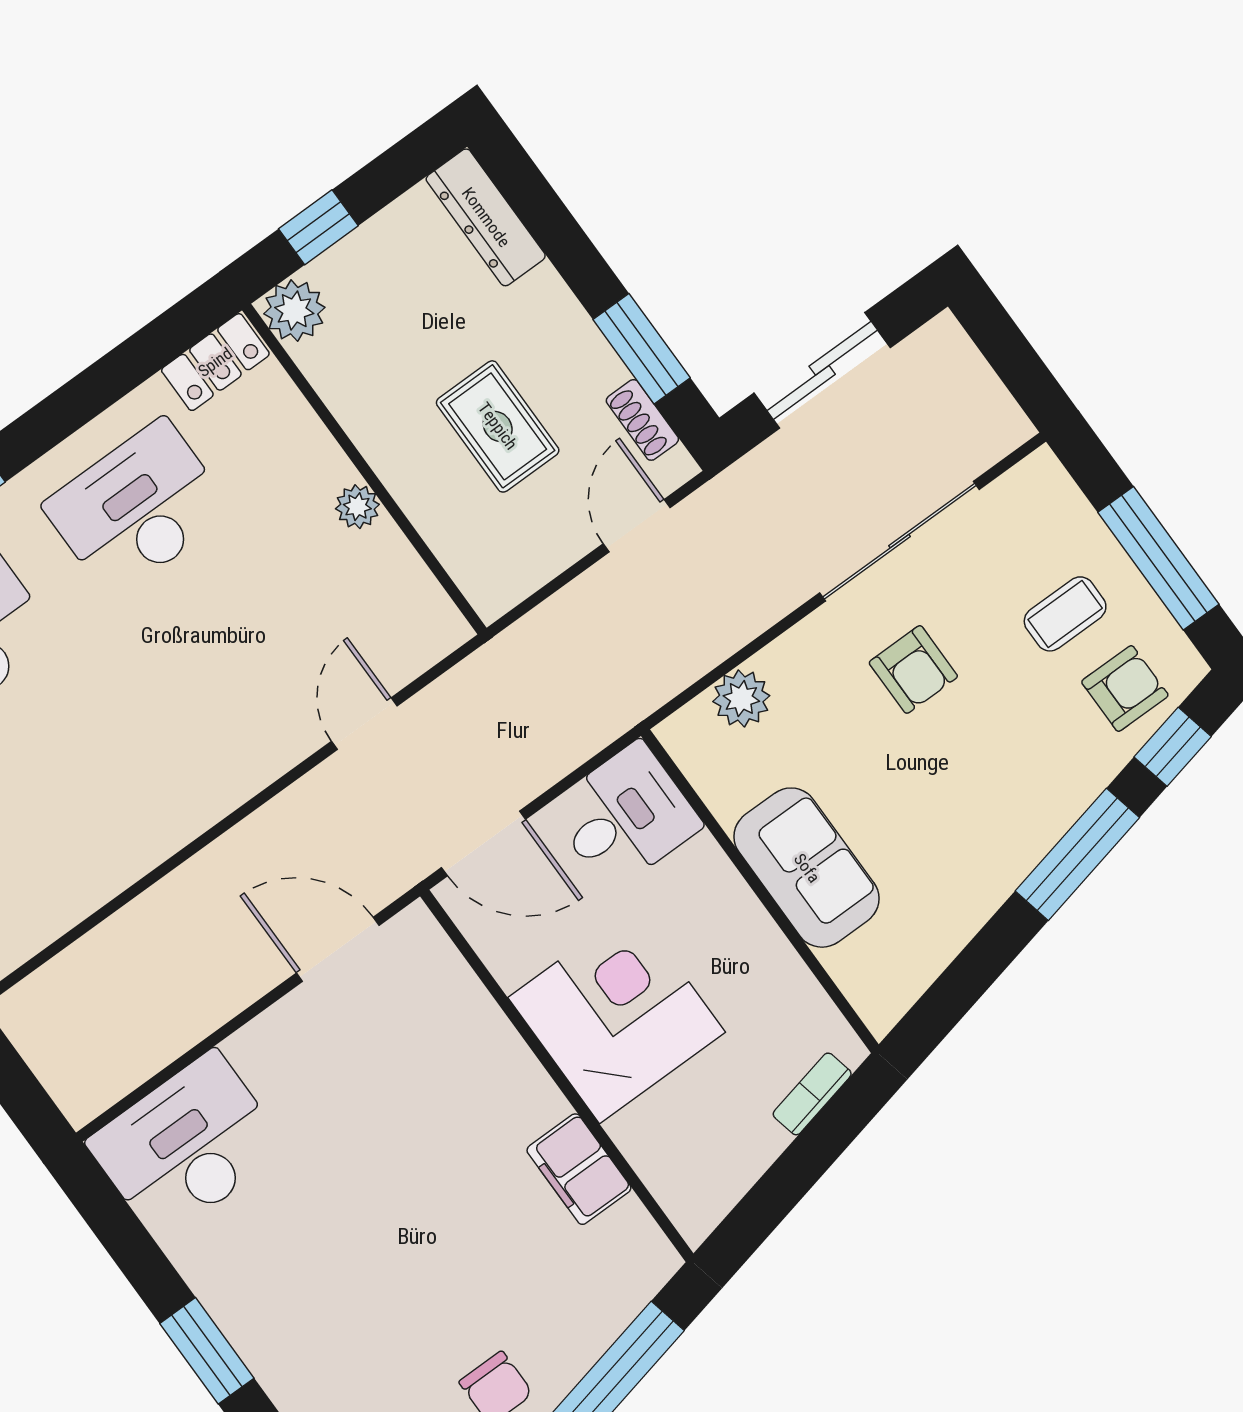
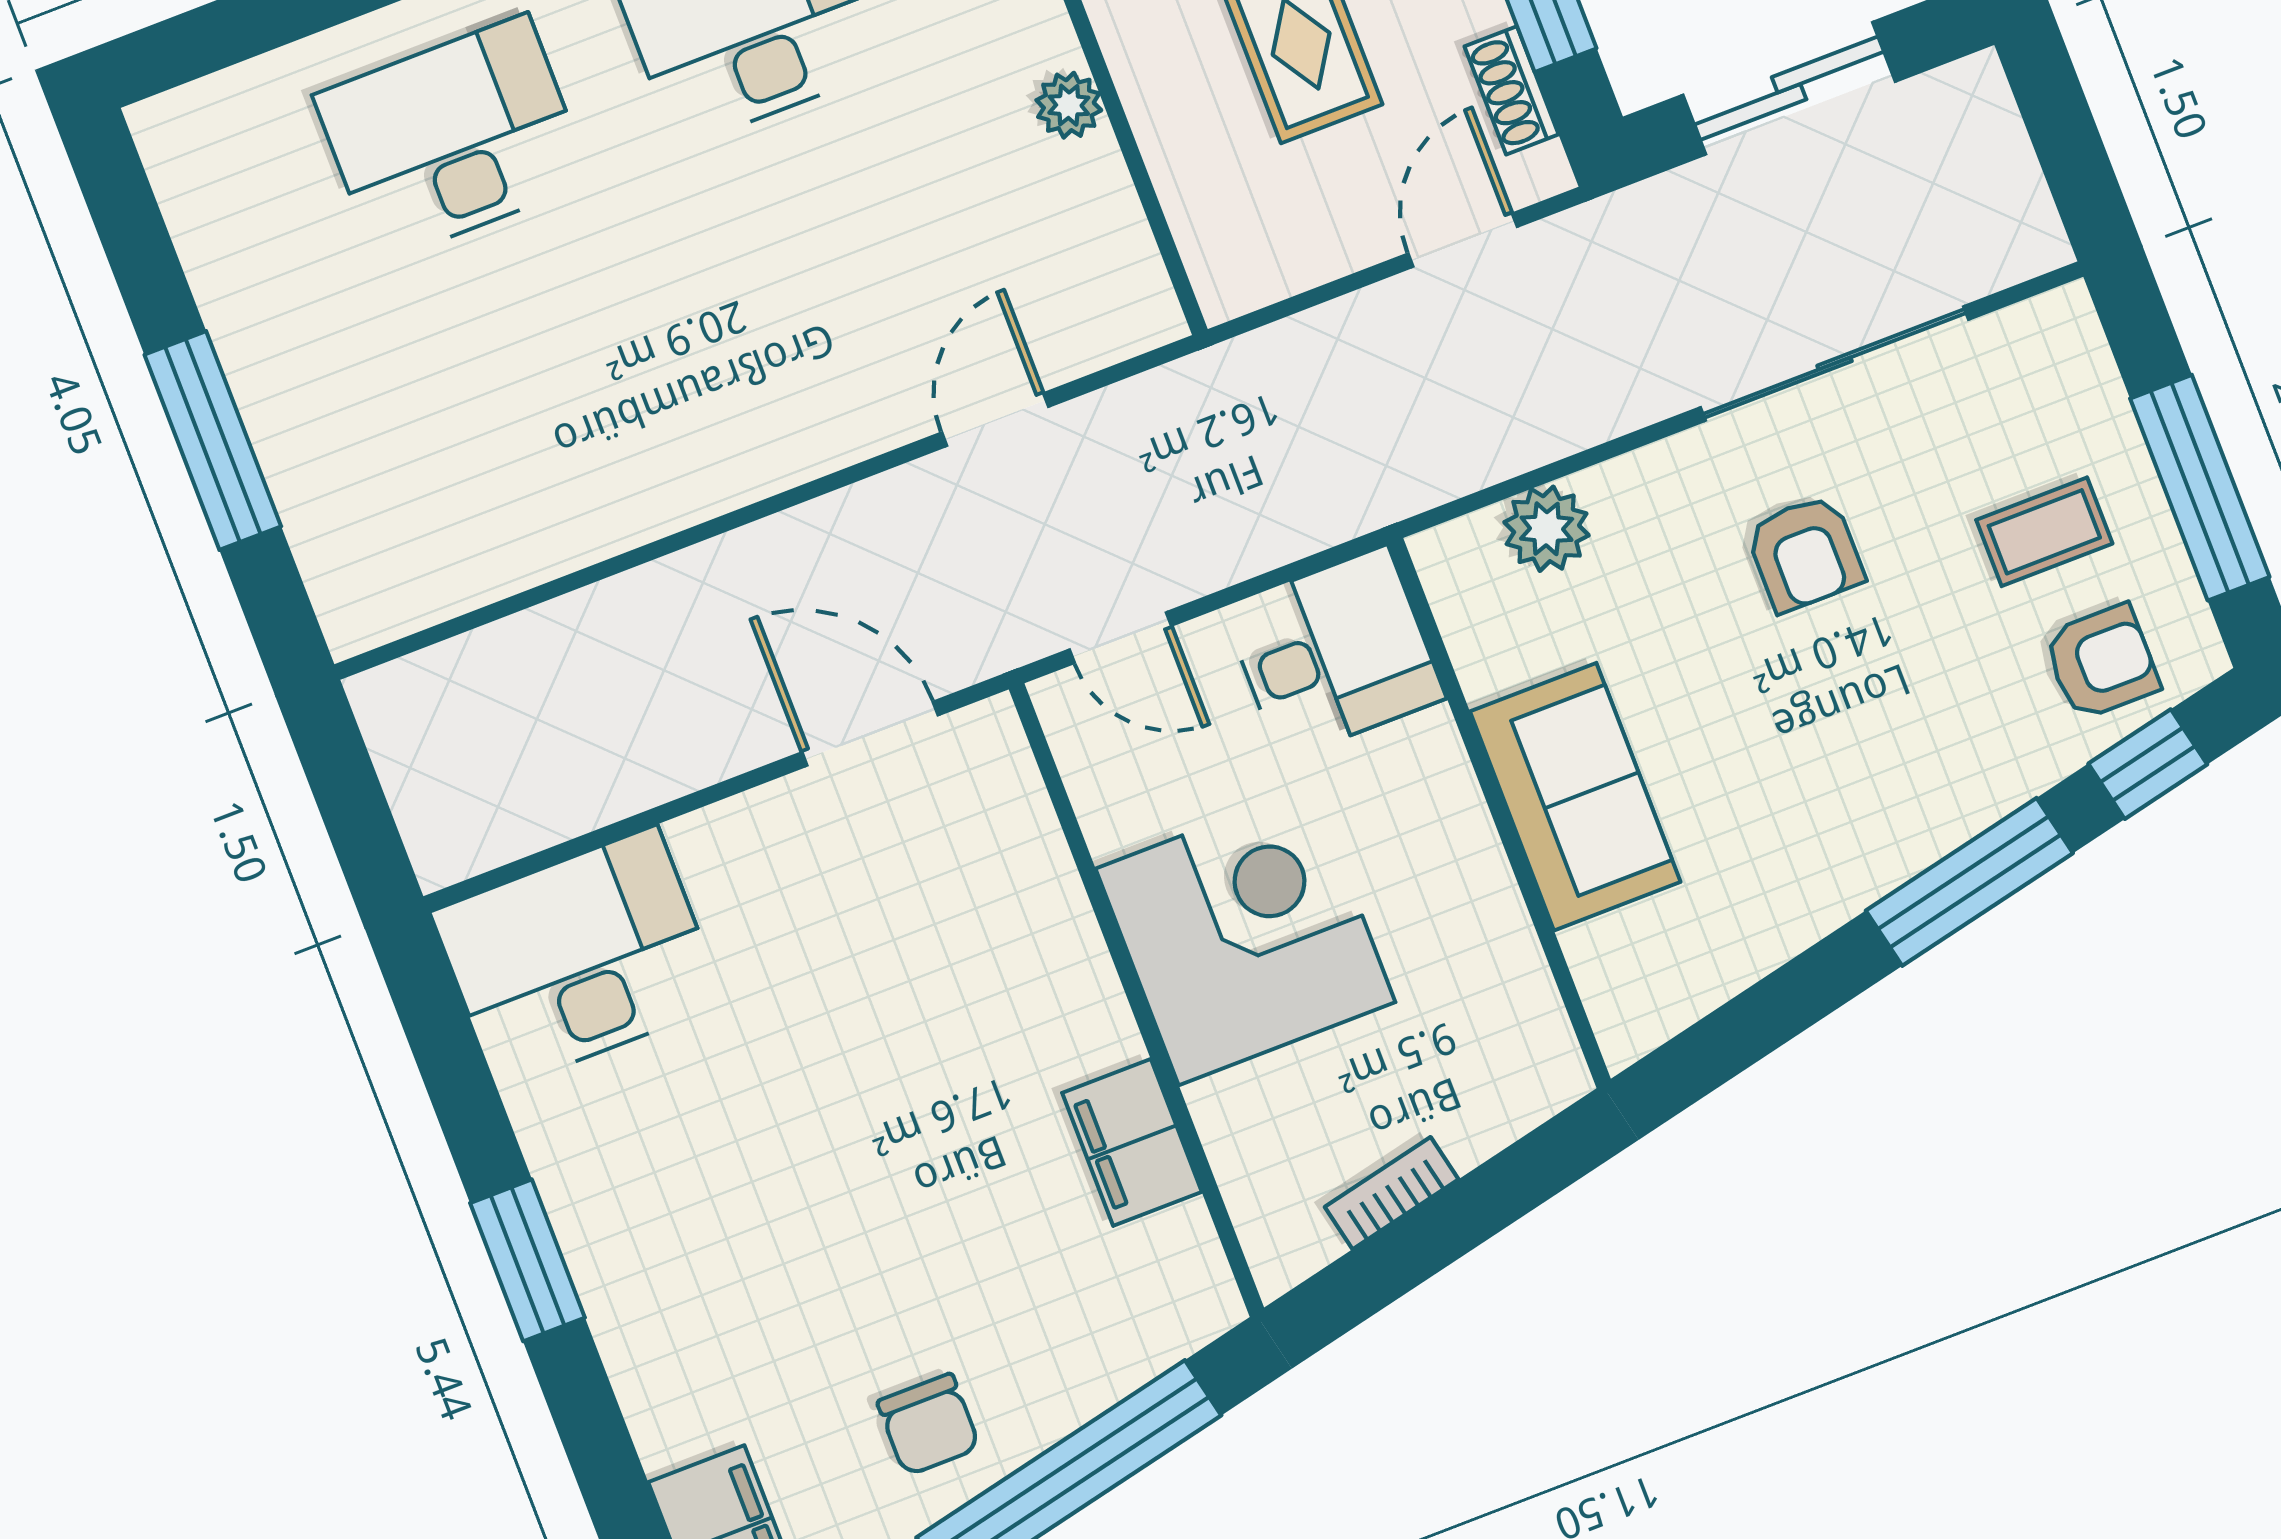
door: (484, 843) -> (1120, 638), width x0.73
bookcase: (812, 1094) -> (1392, 1193), moved

